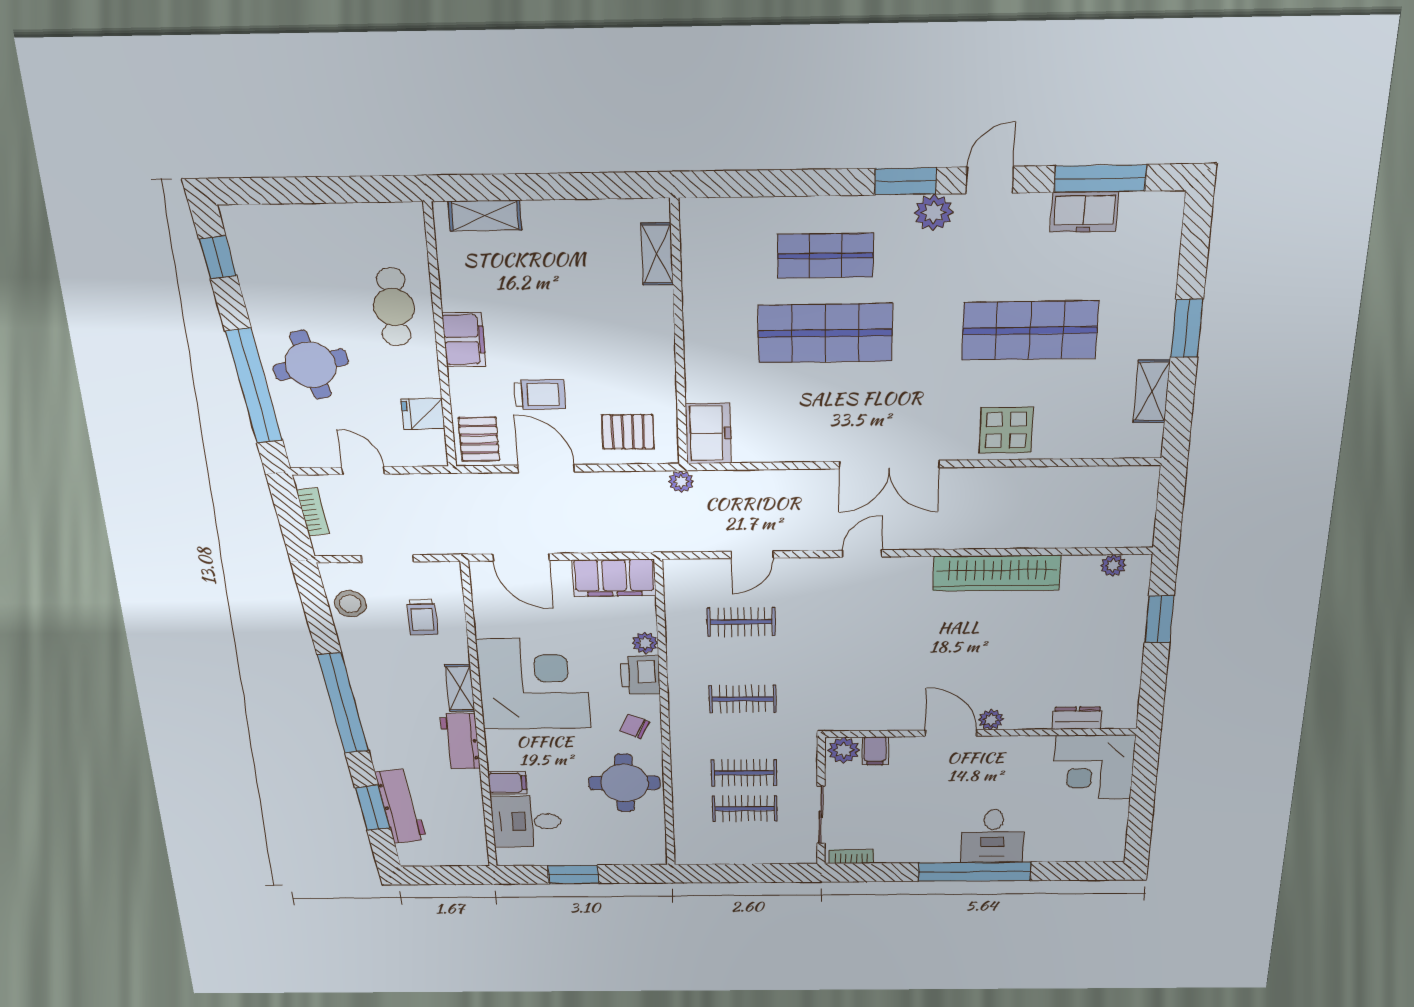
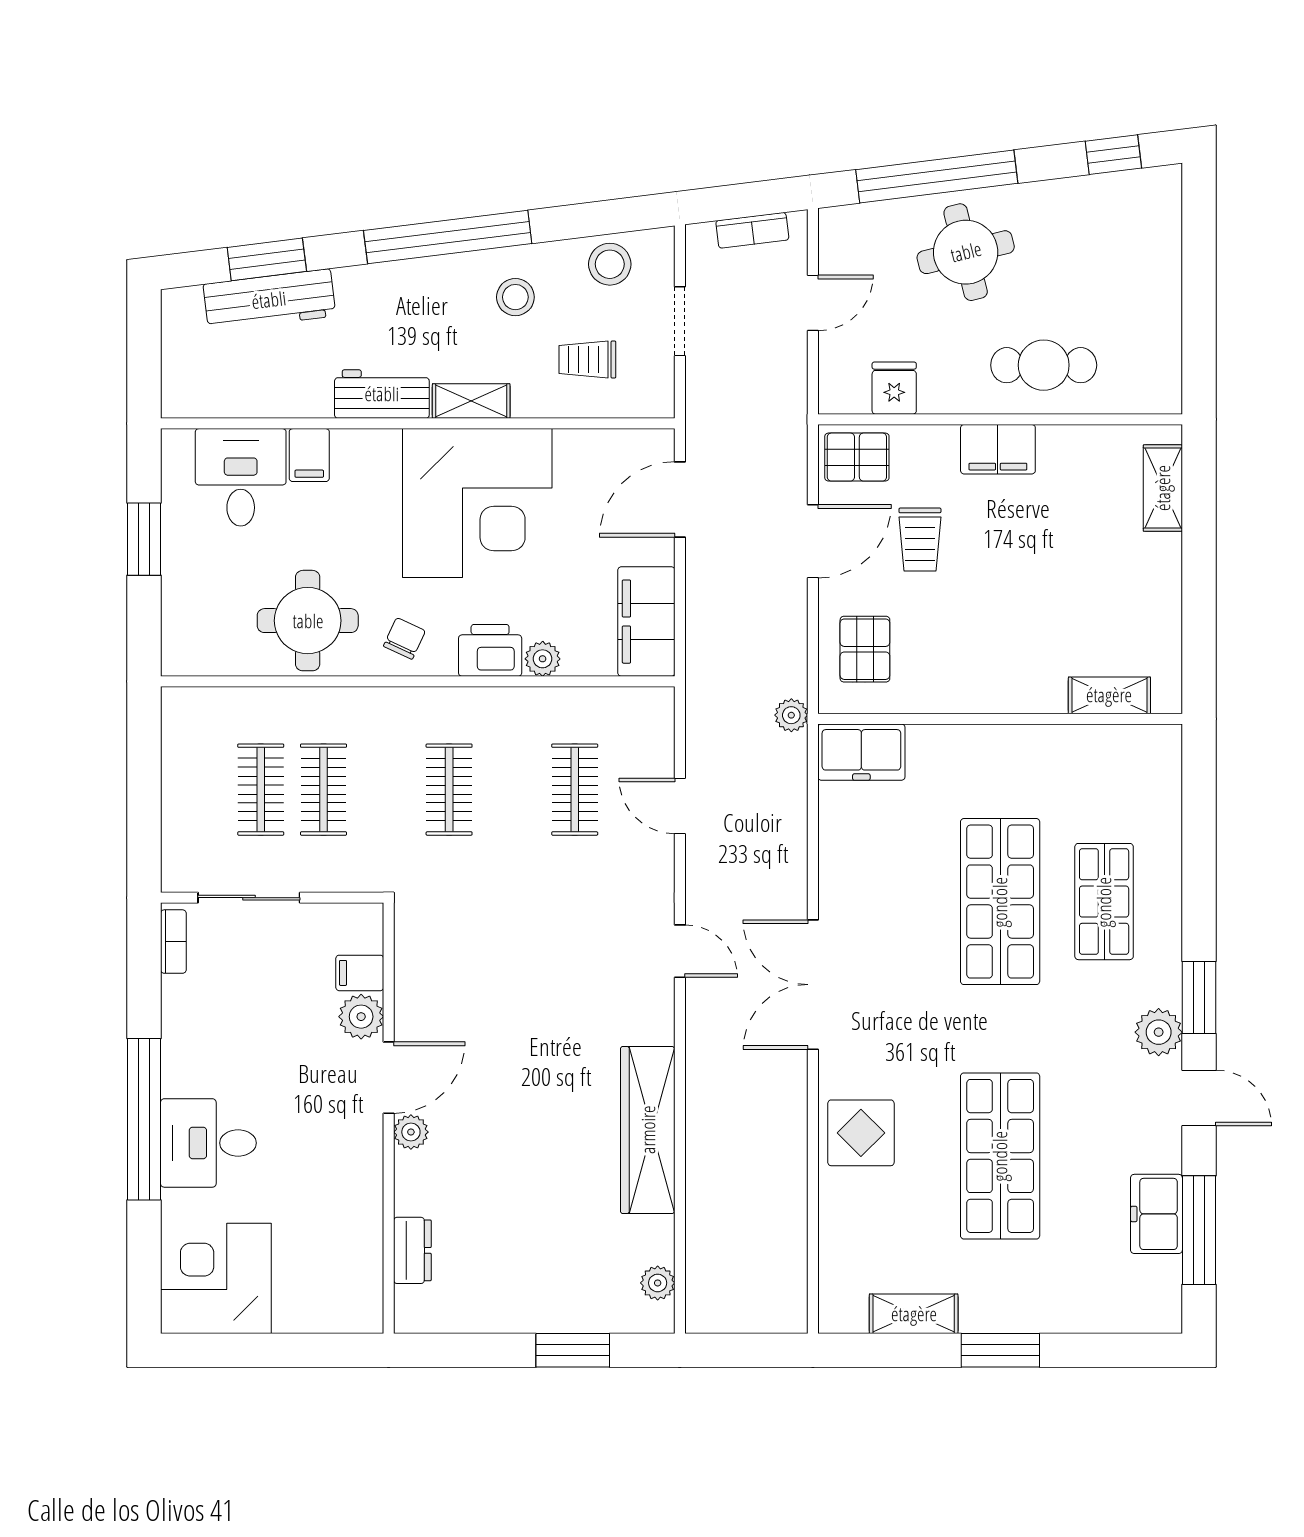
stool: (382, 662) -> (515, 297), added
plant: (844, 750) -> (361, 1017), moved
corner desk: (1094, 767) -> (216, 1278), moved

